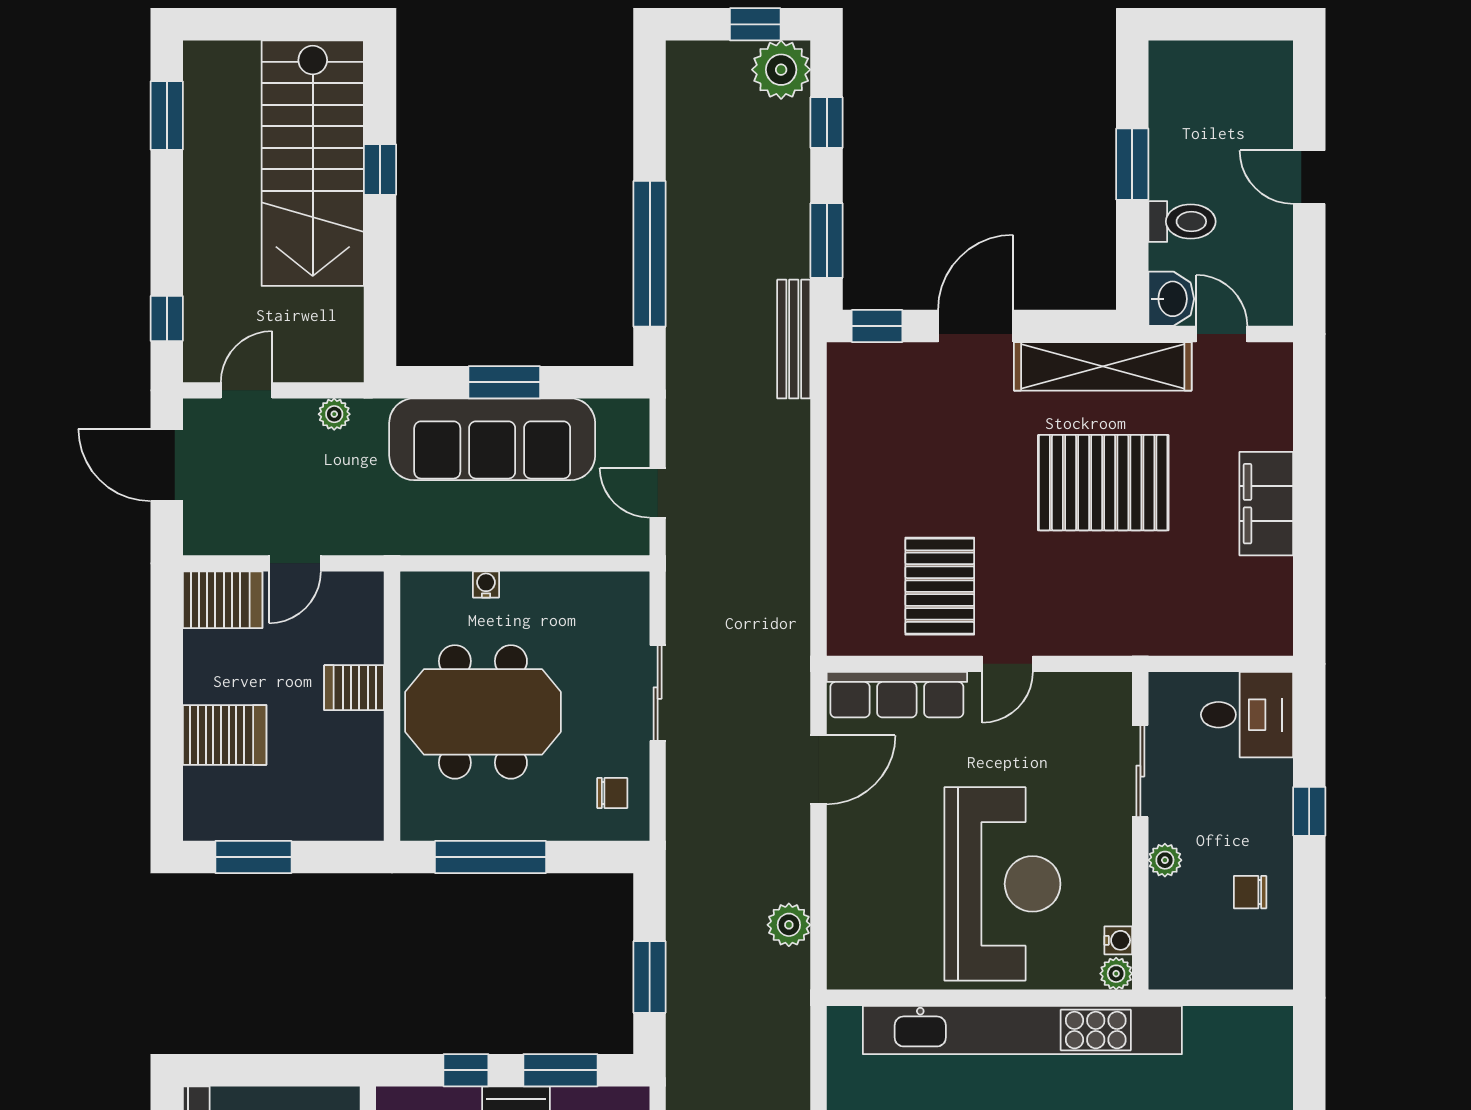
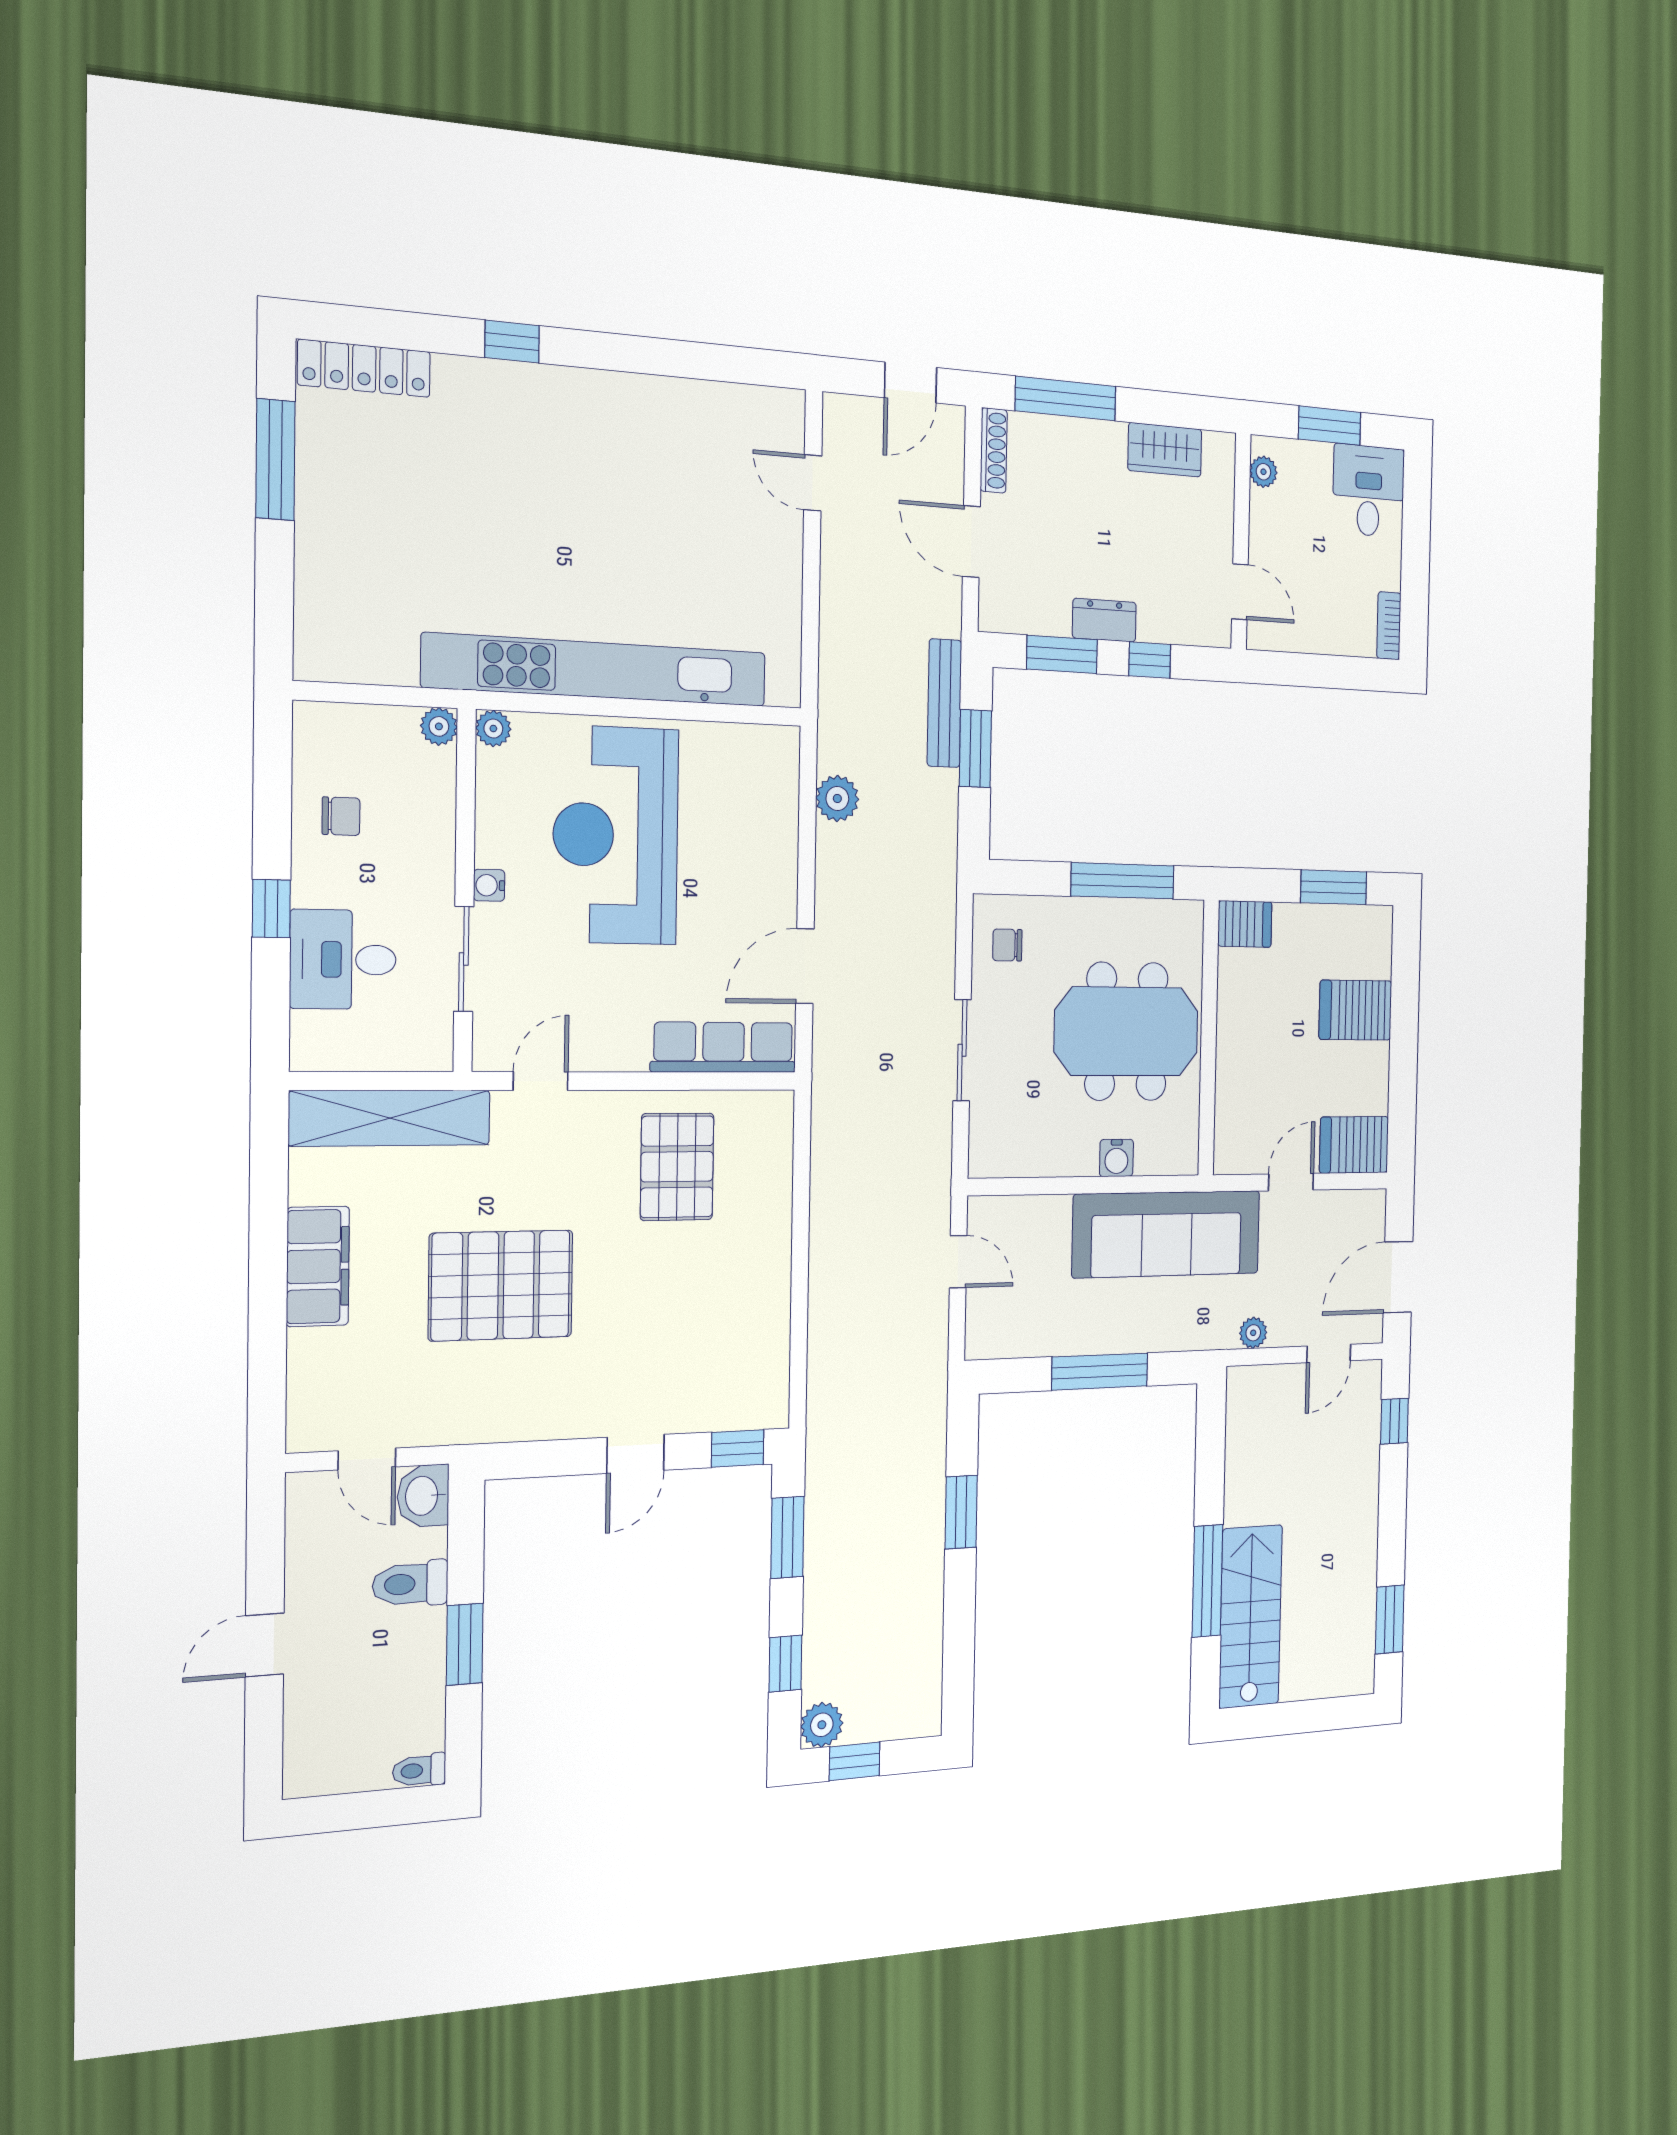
toilet: (1172, 55) -> (419, 1770), added
plant: (781, 70) -> (822, 1725), width x0.73, depth x0.73
stairs: (313, 163) -> (1251, 1617), width x0.73, depth x0.66
window: (380, 170) -> (1207, 1581), width x2.17
door: (1309, 177) -> (265, 1645), swing flipped
window: (650, 254) -> (961, 1512), width x0.47
door: (976, 326) -> (636, 1454), width x0.73
bench: (794, 339) -> (944, 703), moved
shelving: (1103, 366) -> (390, 1118), moved
window: (504, 382) -> (1100, 1372), width x1.44
sofa: (492, 439) -> (1167, 1234), moved, turned 180
door: (167, 465) -> (1398, 1277), swing flipped
water cooler: (486, 584) -> (1116, 1158), width x1.38, depth x1.38
door: (1007, 664) -> (541, 1081), moved
server rack: (354, 688) -> (1245, 924), moved
desk: (1247, 715) -> (343, 960), moved
plant: (1165, 860) -> (439, 726), moved
water cooler: (1118, 940) -> (489, 885), moved

